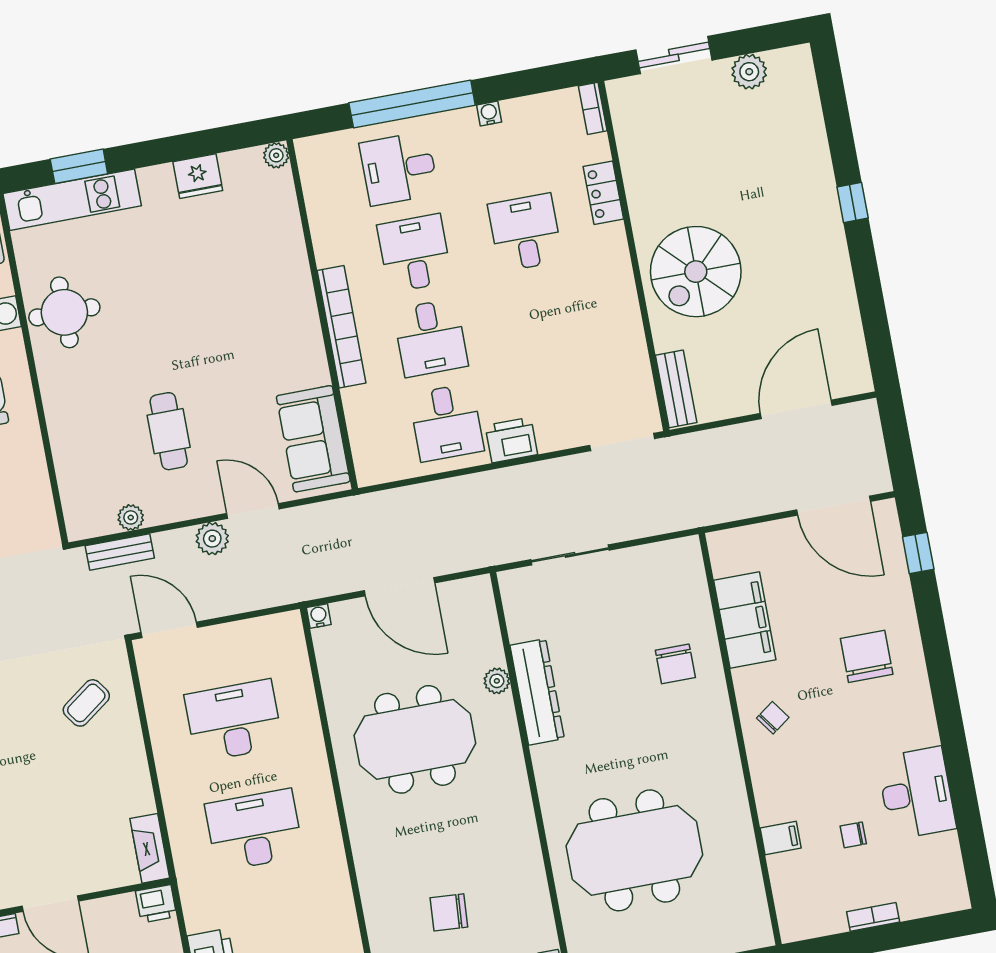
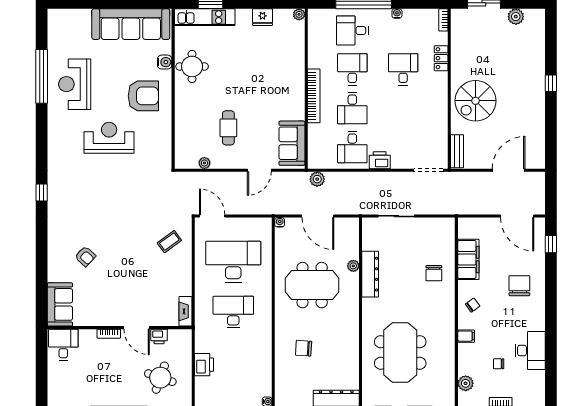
door: (253, 511) -> (259, 170), swing flipped
plant: (212, 539) -> (317, 179), moved
bench: (120, 552) -> (197, 177), removed
desk: (234, 721) -> (233, 262), width x1.36, depth x1.30
filing cabinet: (781, 838) -> (466, 336), moved
meeting table: (634, 850) -> (400, 352), turned 90
plant: (789, 891) -> (466, 383), added
printer: (156, 904) -> (159, 336), moved
chair: (449, 912) -> (304, 348), moved

